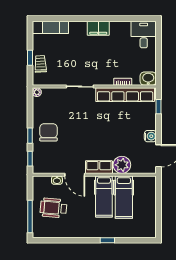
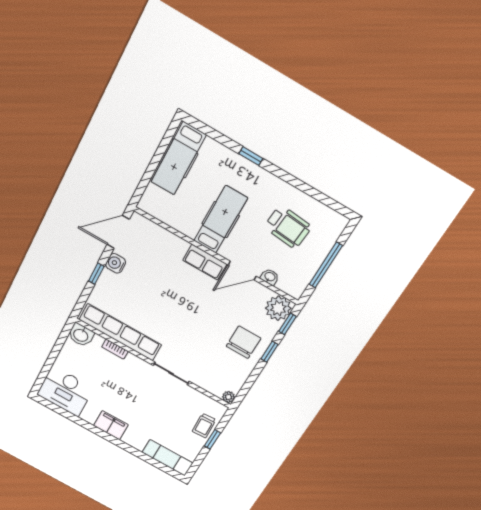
desk: (144, 34) -> (65, 391), width x1.37
window: (159, 107) -> (96, 274), moved
chair: (48, 132) -> (244, 342), turned 180
plant: (122, 165) -> (278, 308), moved
door: (75, 175) -> (242, 271), swing flipped
hospital bed: (124, 197) -> (178, 158), moved, turned 180
wheelchair: (53, 208) -> (288, 227), moved
window: (30, 217) -> (326, 265), moved

